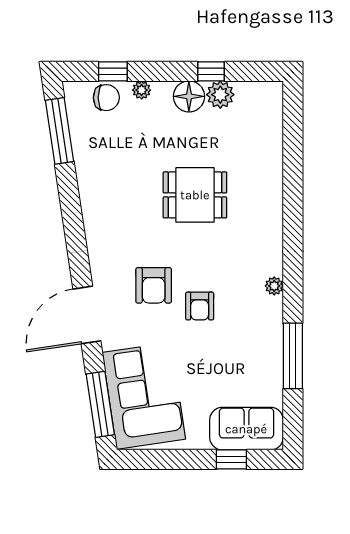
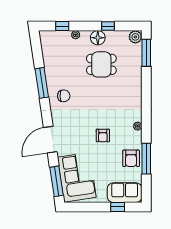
plant: (220, 95) -> (135, 37), moved
chair: (106, 98) -> (64, 96), moved
window: (293, 129) -> (146, 53), added
window: (60, 131) -> (42, 83), moved
dining table: (195, 195) -> (101, 64), moved
armchair: (154, 285) -> (131, 158), moved

